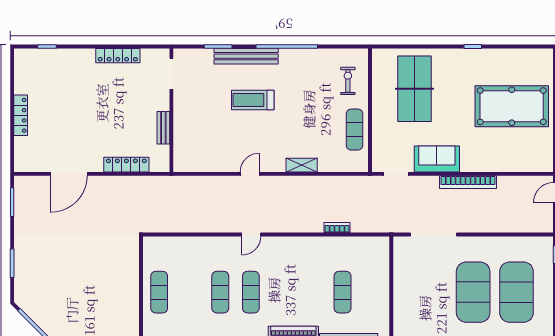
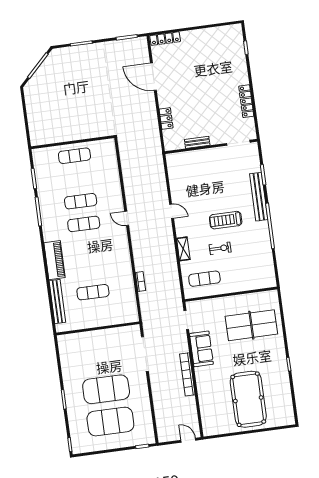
exercise bike: (348, 81) -> (220, 248), moved
treadmill: (253, 100) -> (226, 220), moved, turned -90
locker: (21, 115) -> (165, 39), moved
exercise mat: (355, 130) -> (204, 279), moved
locker: (126, 165) -> (166, 118), width x0.66

